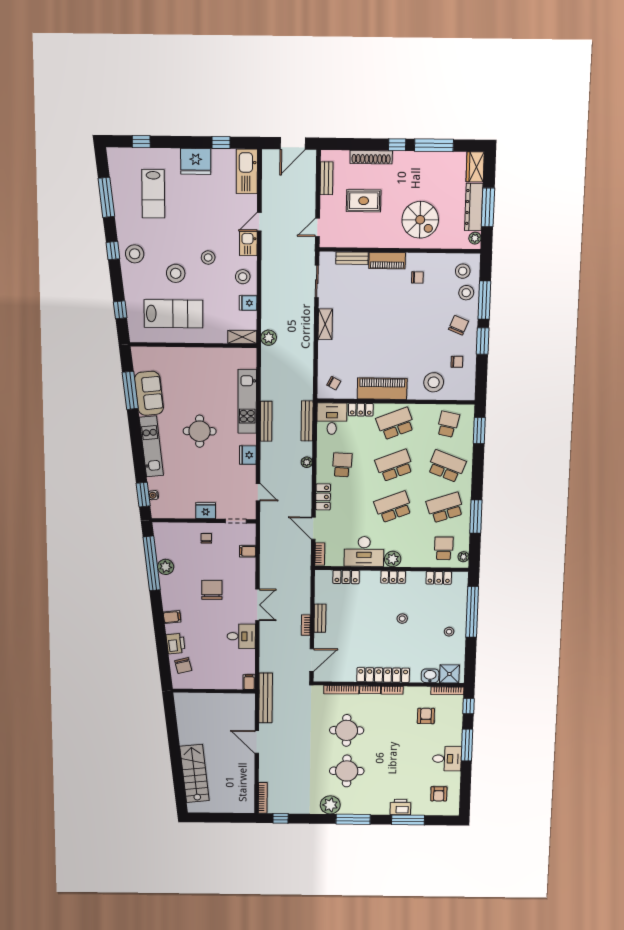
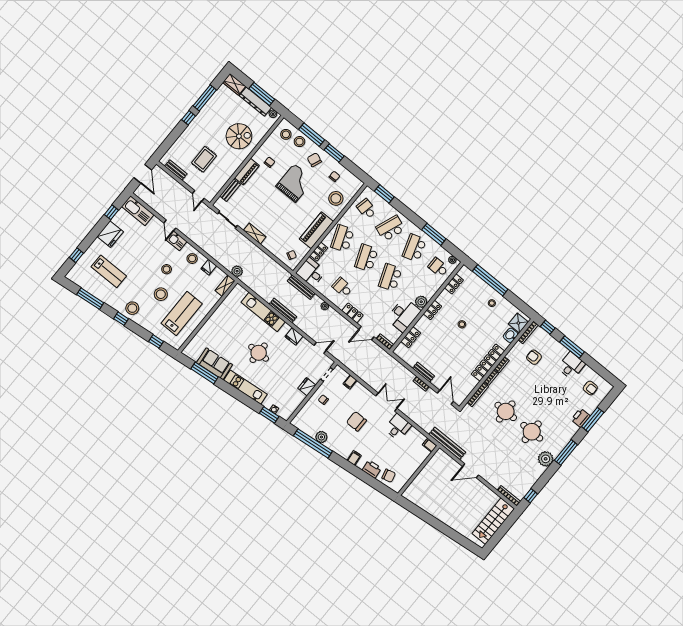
shoe rack: (371, 157) -> (184, 137), removed
grand piano: (416, 324) -> (295, 183), added
stairs: (194, 773) -> (493, 521), moved, turned -84

